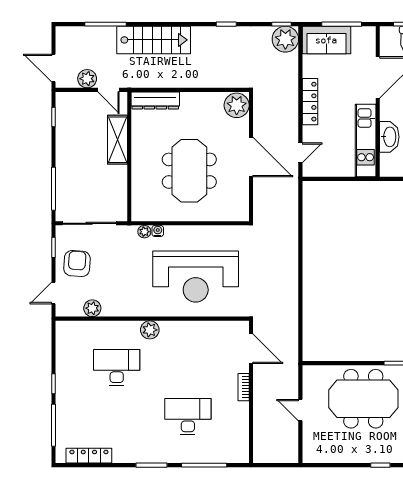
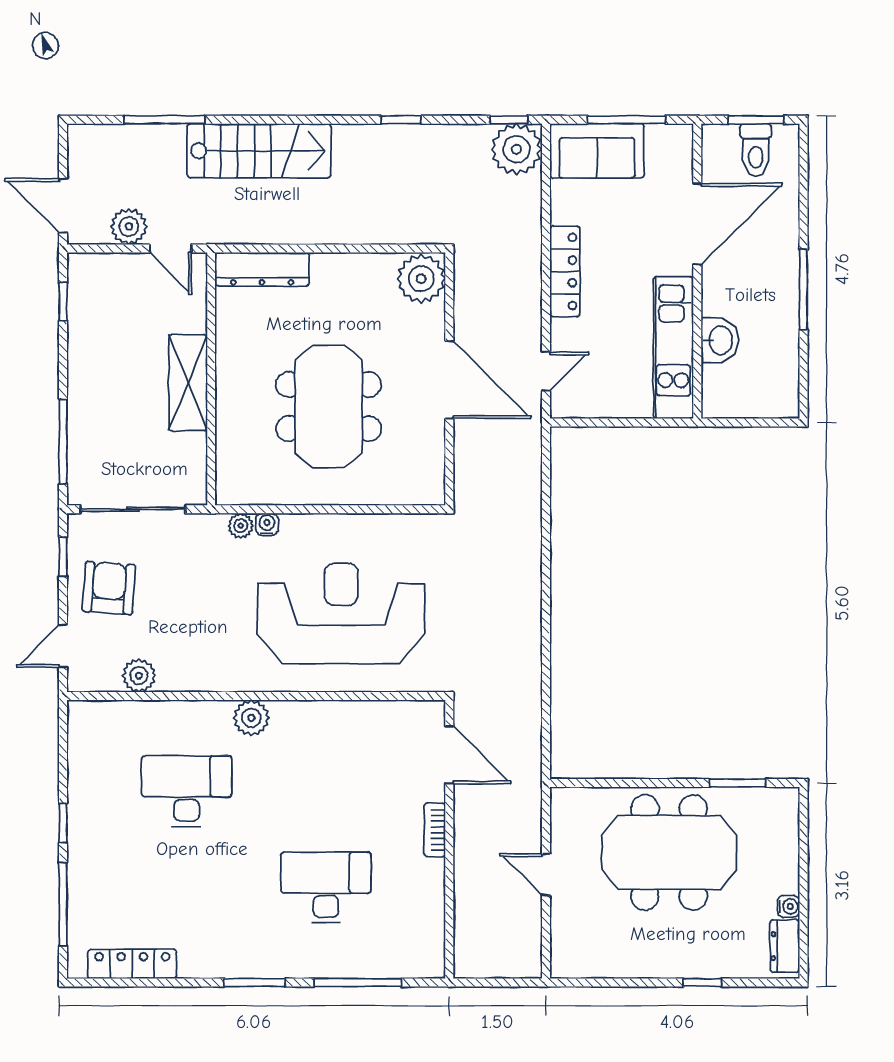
washbasin: (389, 137) -> (720, 340), width x0.72
shelving: (117, 140) -> (188, 383), moved
reception desk: (196, 276) -> (341, 613), turned 180

